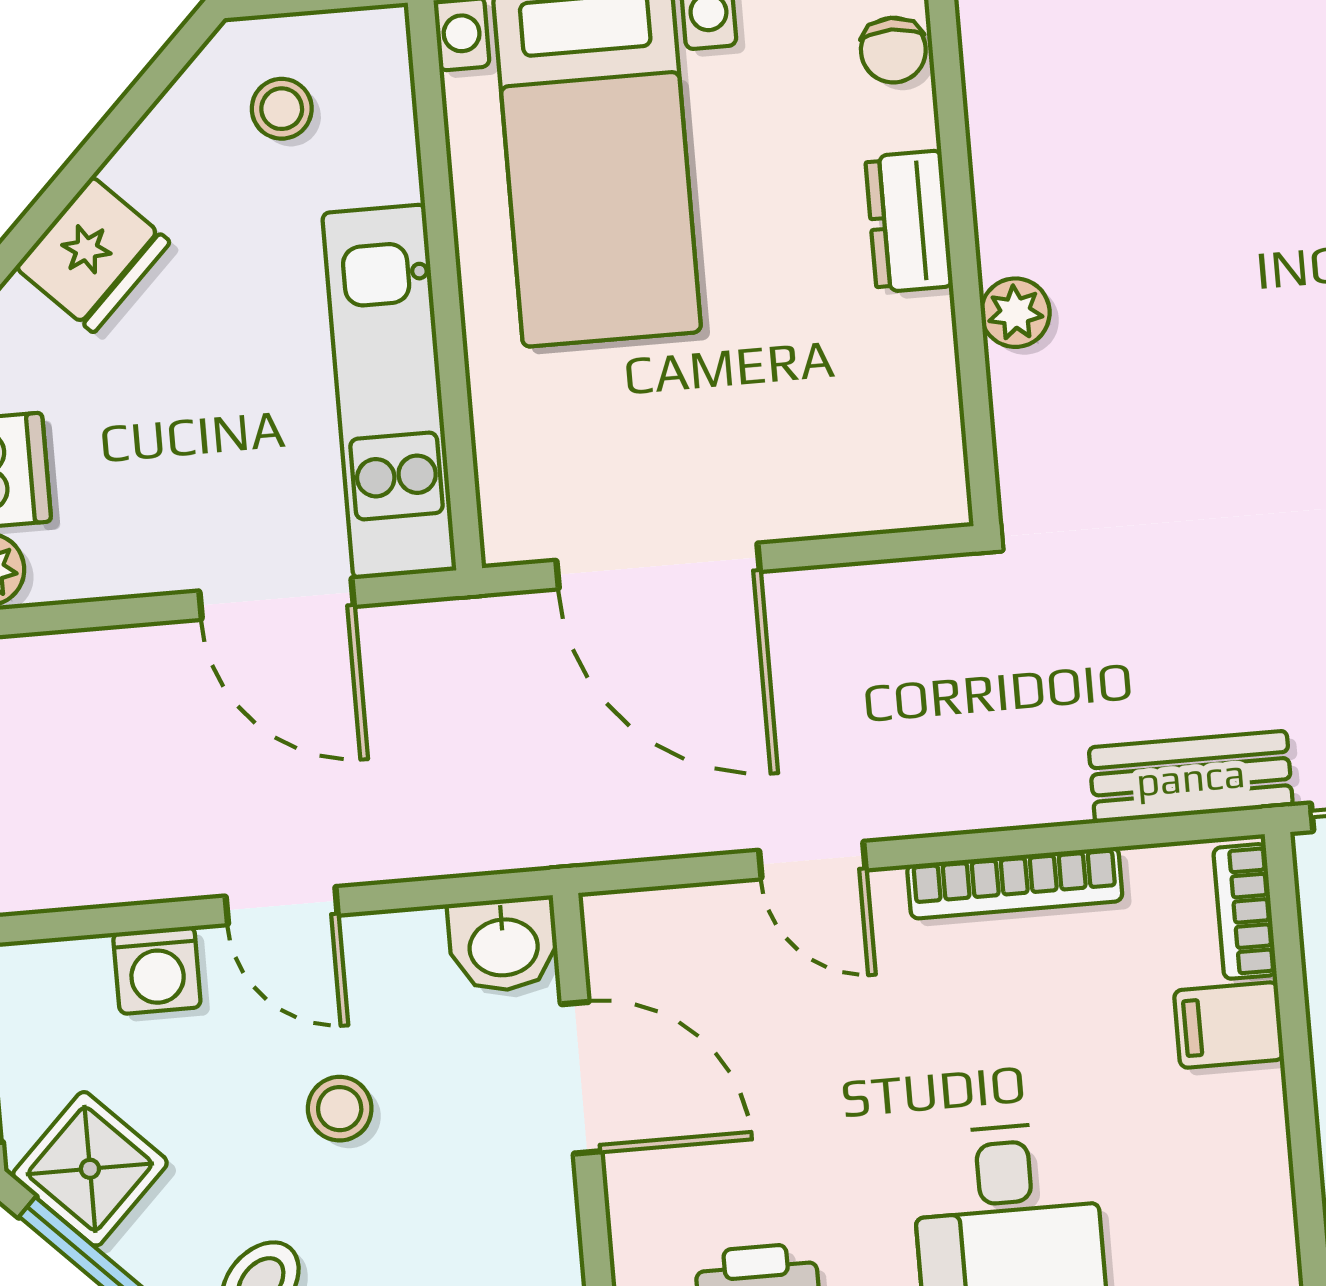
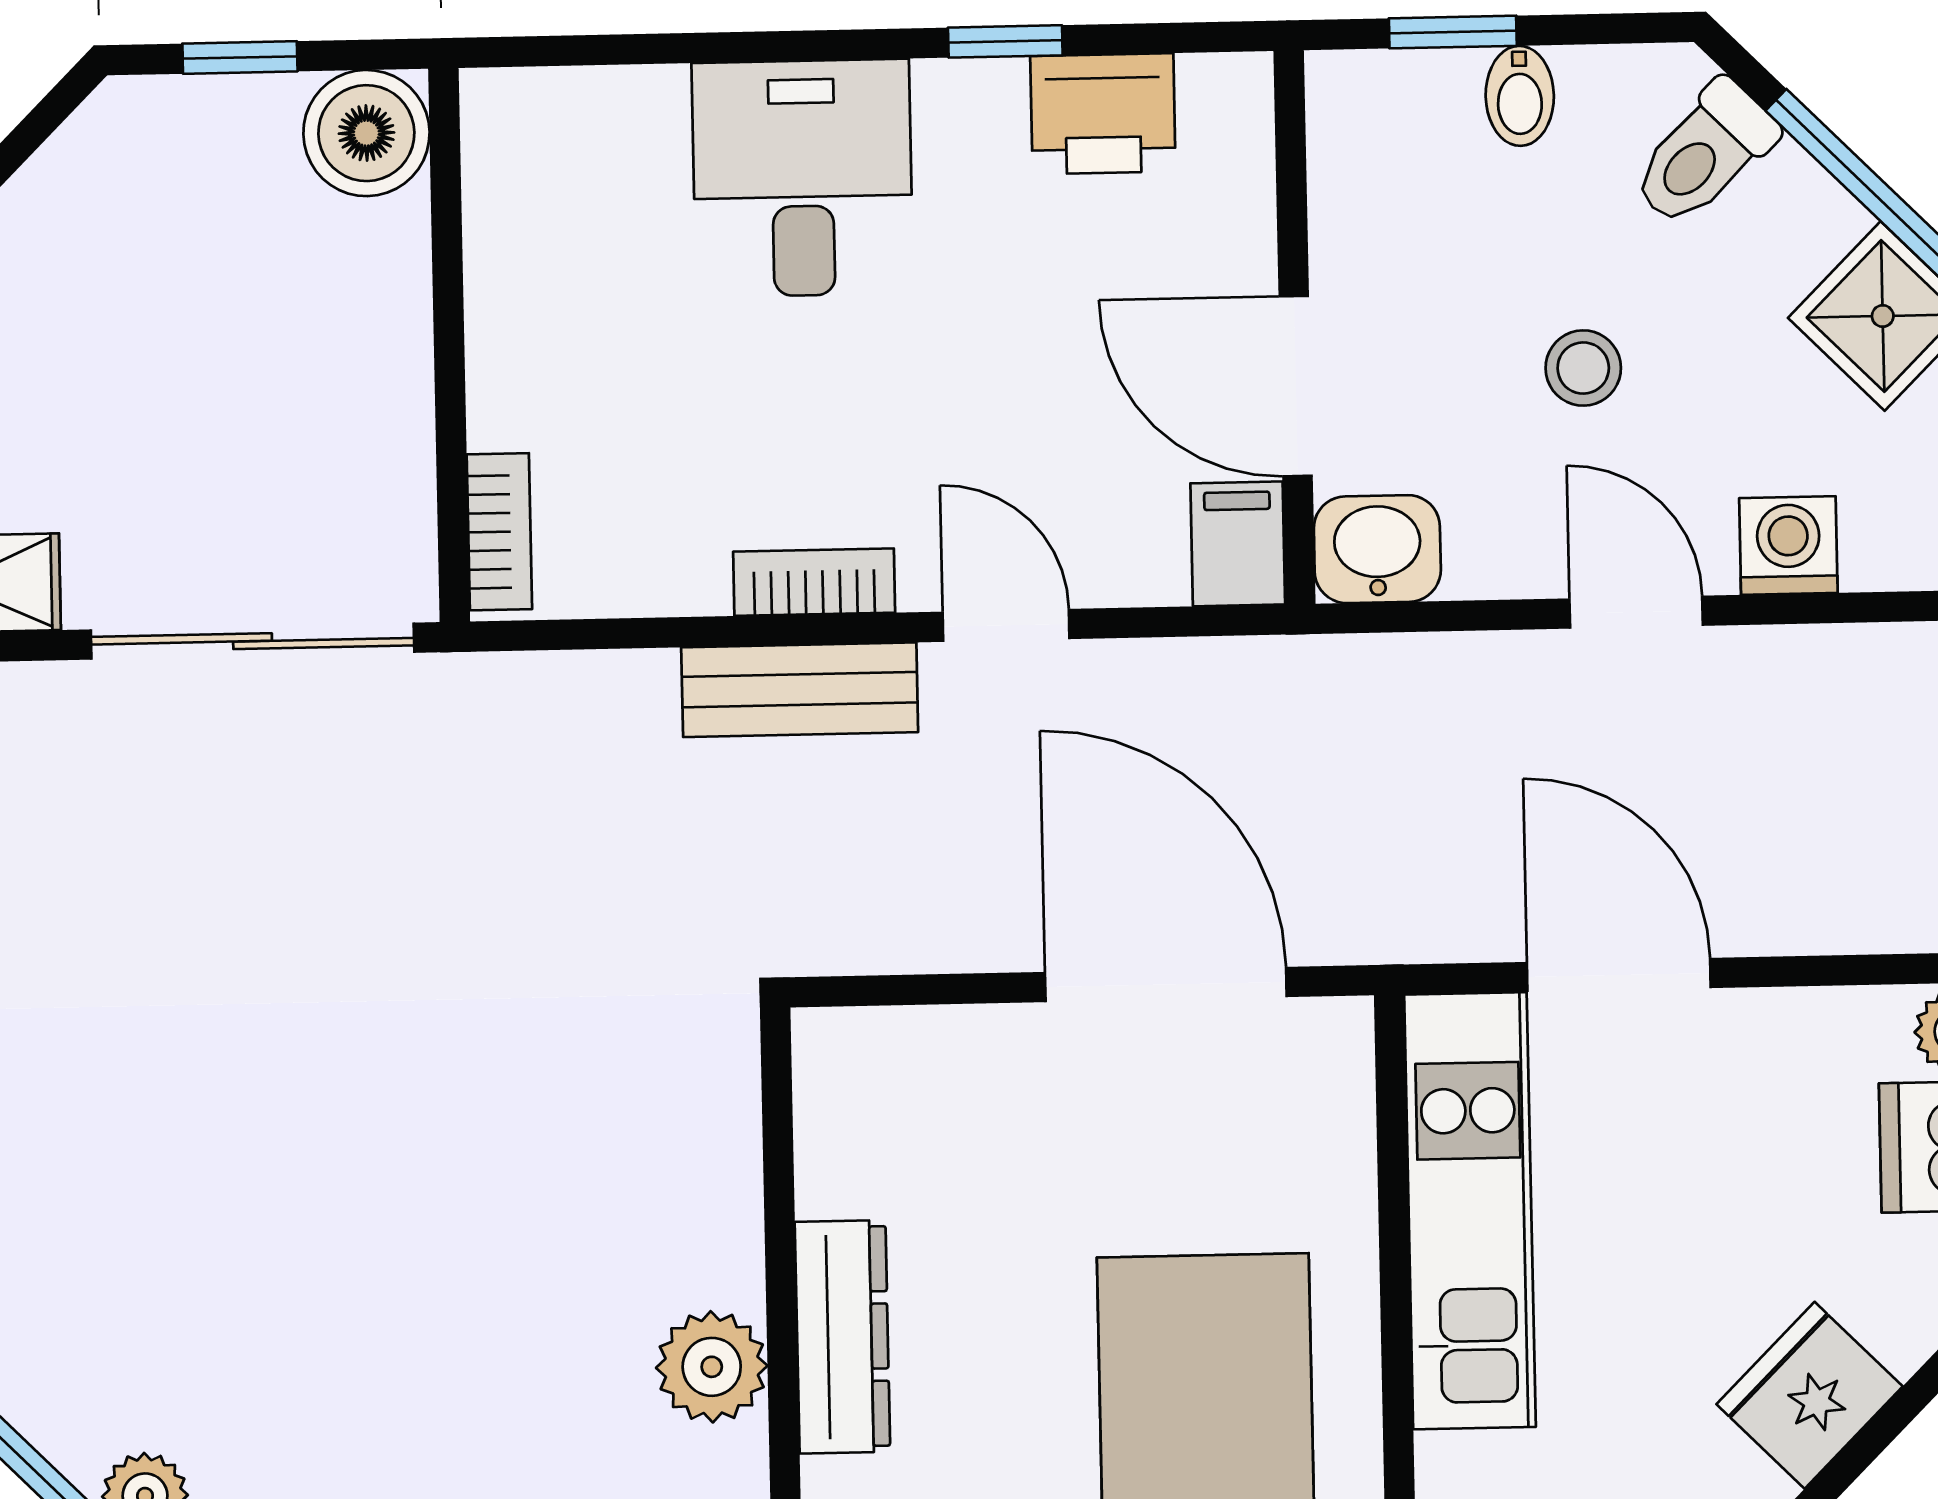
dresser: (909, 221) -> (842, 1337), width x1.44
plant: (1015, 313) -> (712, 1367), moved, width x1.38, depth x1.38
bench: (1191, 777) -> (800, 690), moved
bookcase: (1015, 883) -> (814, 582), width x0.64
filing cabinet: (1229, 1025) -> (1238, 544), moved, turned -90

